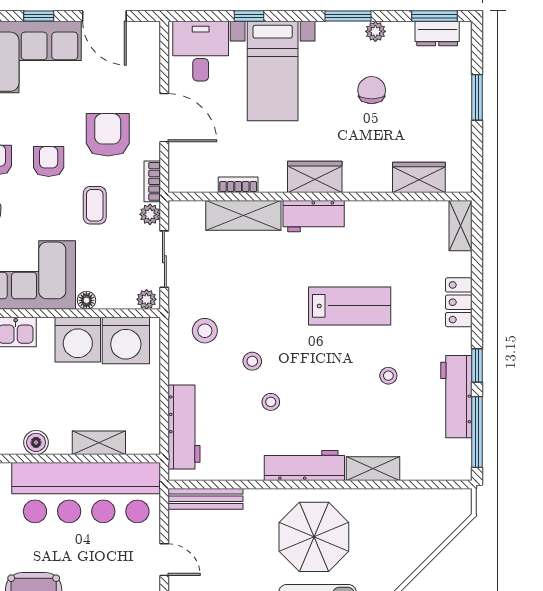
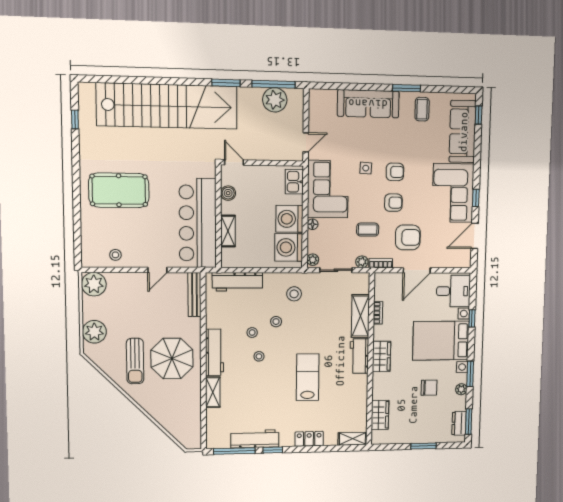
bed with nightstands: (273, 71) -> (441, 341), width x1.36
lab bench: (350, 306) -> (308, 377), turned 180
stool: (388, 376) -> (259, 356), moved

